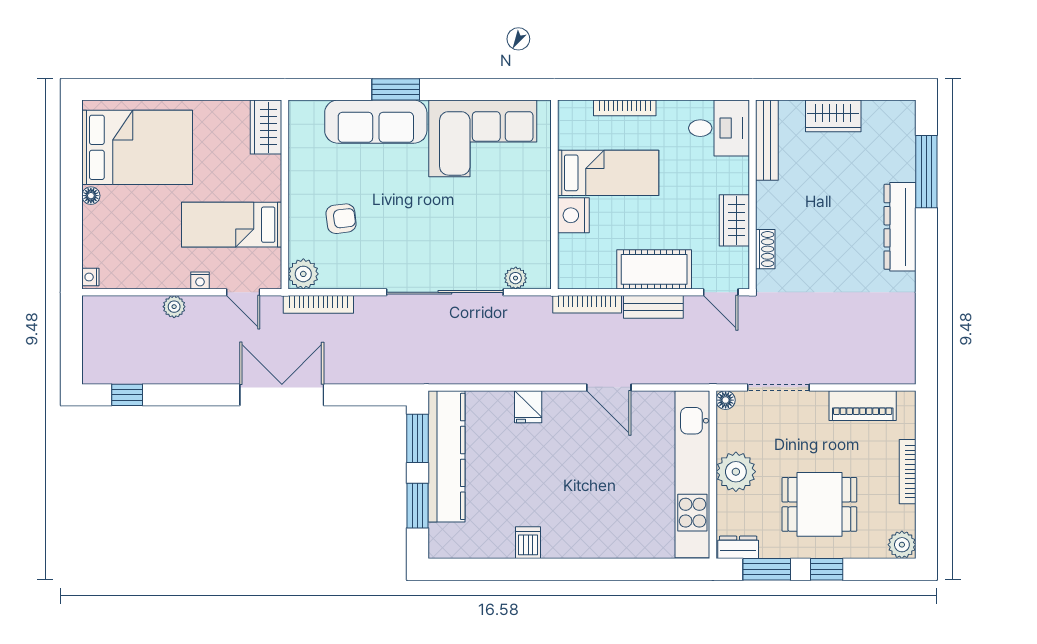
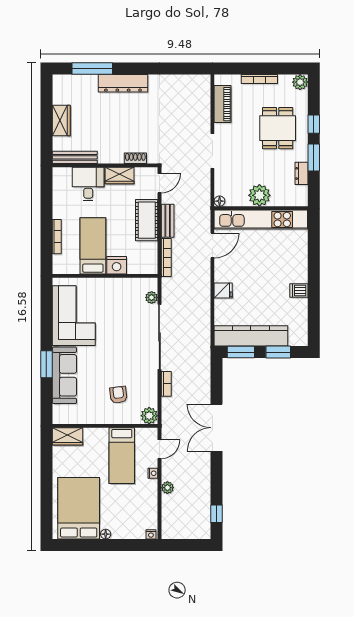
desk: (719, 128) -> (88, 184), moved
bookcase: (318, 304) -> (166, 384), moved, width x0.64
floor lamp: (726, 400) -> (220, 201), moved
plant: (736, 472) -> (259, 195), moved
kitchen unit: (692, 474) -> (261, 220), moved
wall: (713, 475) -> (261, 208), moved

